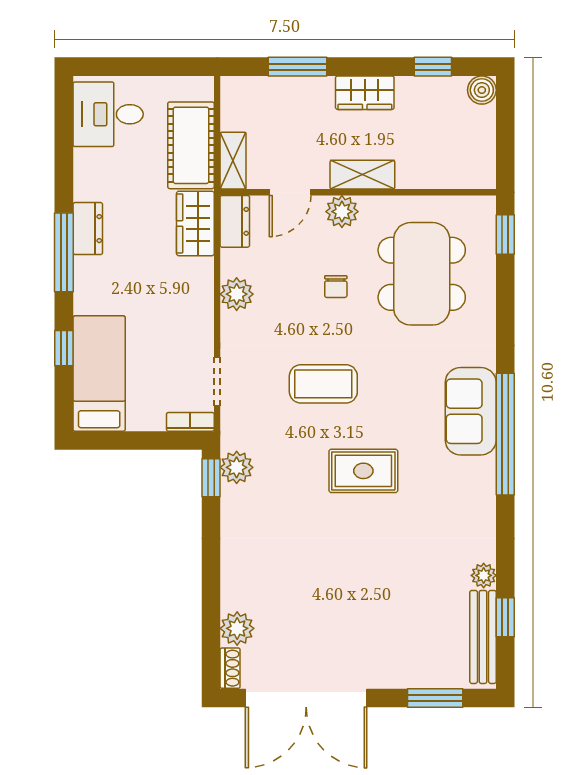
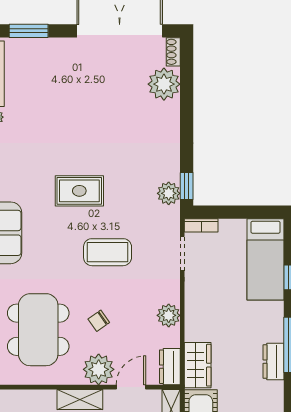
plant: (342, 212) -> (99, 369), width x1.36, depth x1.36
chair: (336, 287) -> (99, 321), turned -125
plant: (237, 628) -> (164, 84), width x1.36, depth x1.36

